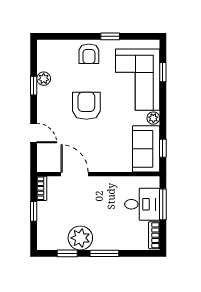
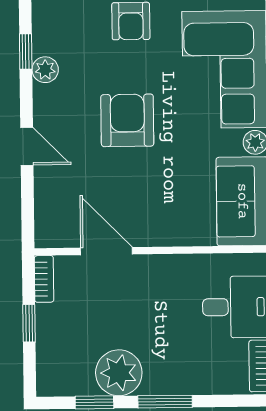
window: (34, 86) -> (26, 51), moved
door: (34, 133) -> (27, 146), moved

